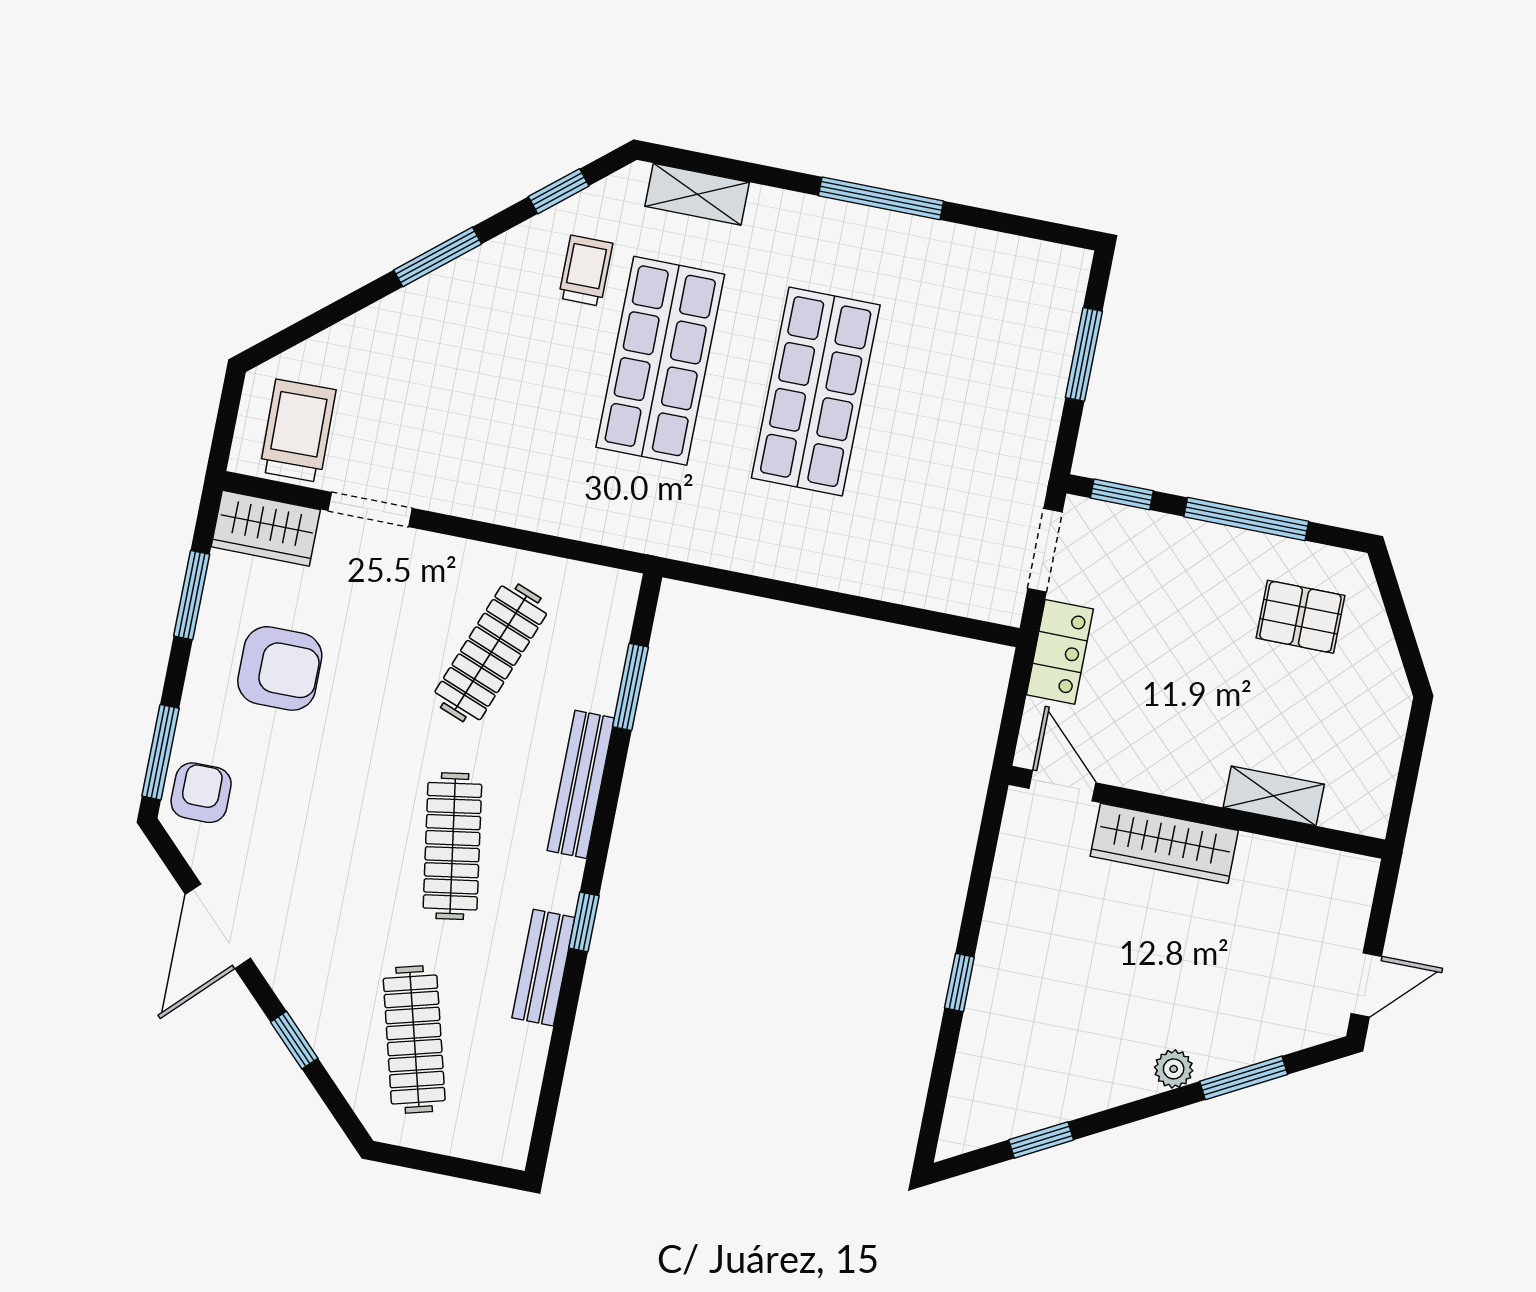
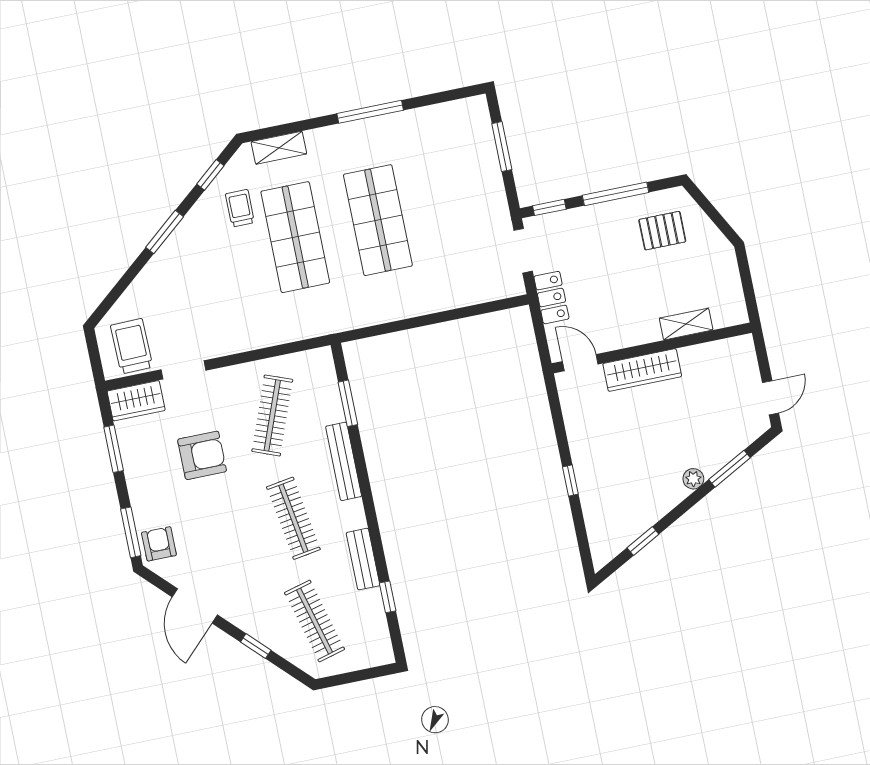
armchair: (280, 668) -> (202, 455), moved
window: (584, 922) -> (388, 597), moved

